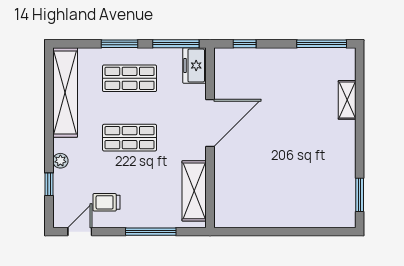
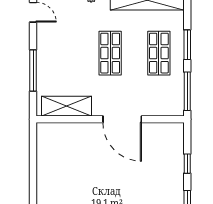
window: (245, 44) -> (187, 164), moved
freezer: (195, 65) -> (169, 106), removed
trolley: (106, 202) -> (57, 34), removed

